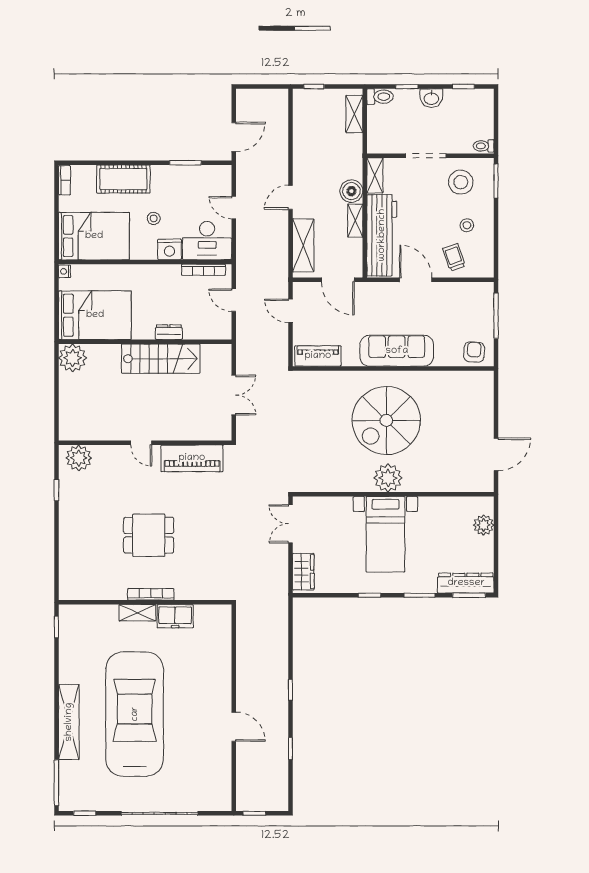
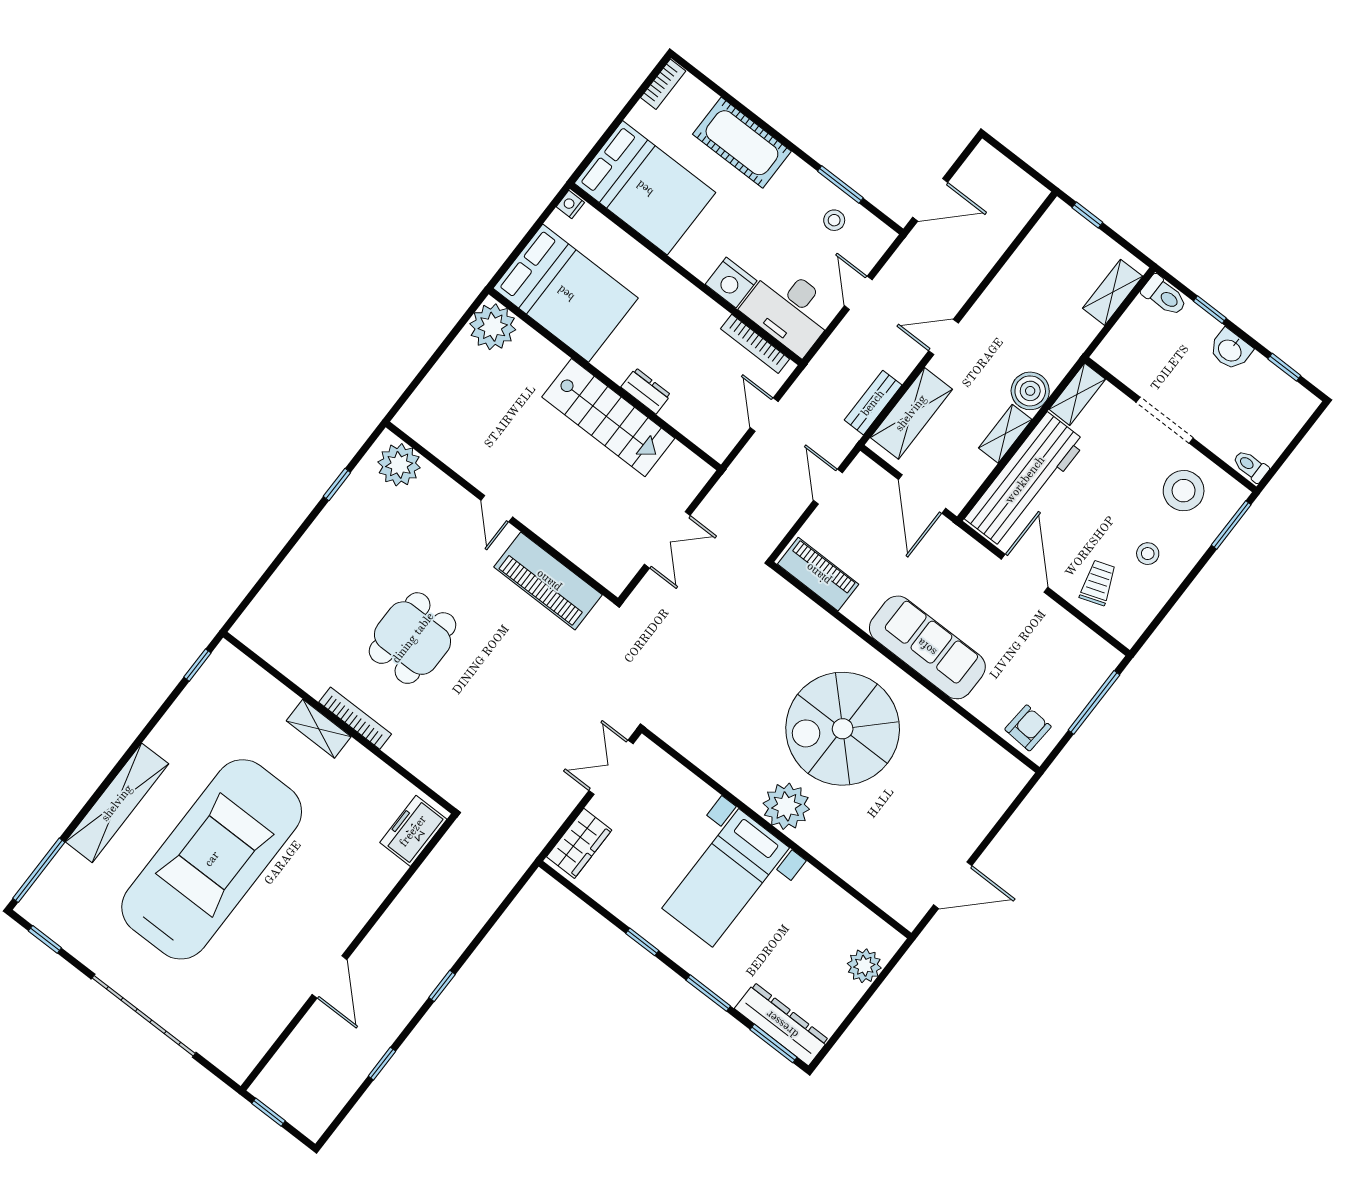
stool: (154, 218) -> (834, 220), moved
bench: (281, 254) -> (873, 403), added
dining table: (149, 535) -> (413, 638), turned 90
freezer: (175, 616) -> (413, 831), moved, turned 90

